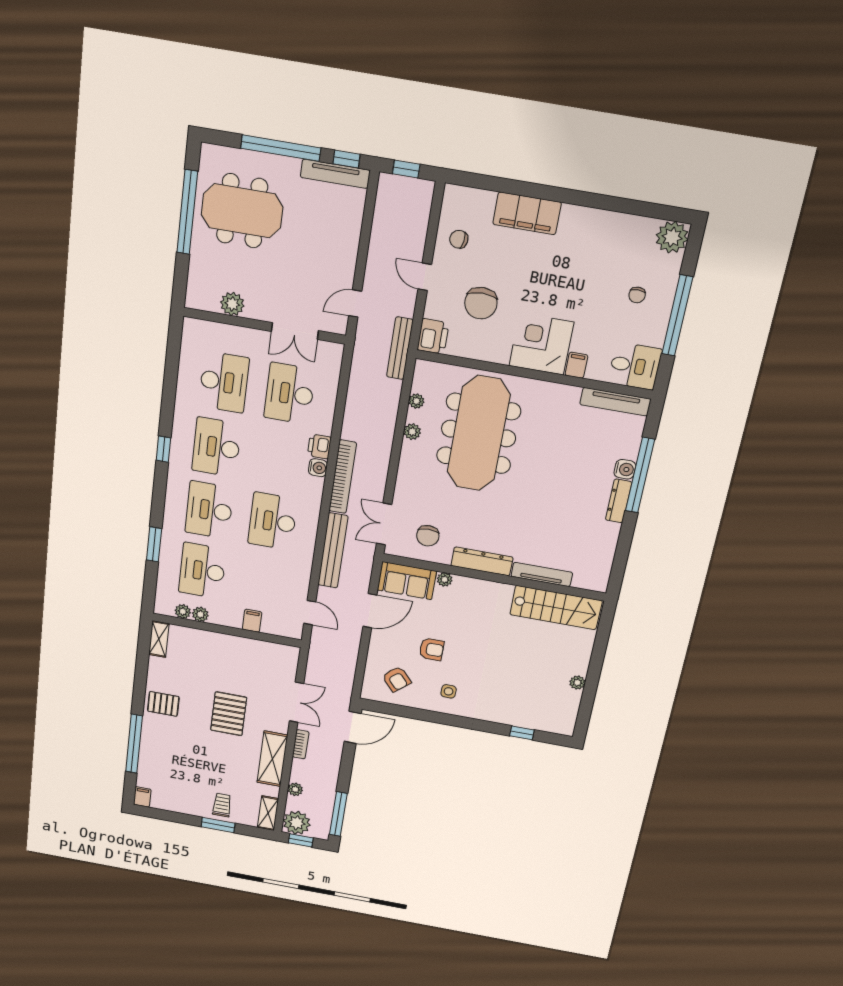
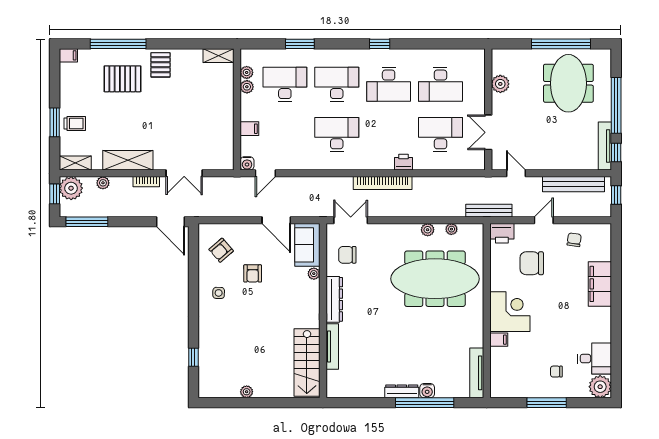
window: (677, 316) -> (547, 403), width x0.68
desk: (635, 366) -> (595, 359), moved, turned -90
desk: (216, 447) -> (389, 84), turned 180
water cooler: (318, 468) -> (247, 163), moved
bench: (333, 551) -> (573, 184), moved
pallet: (229, 714) -> (122, 79), moved

